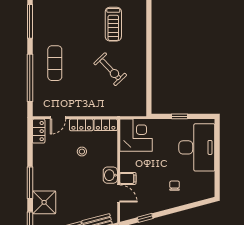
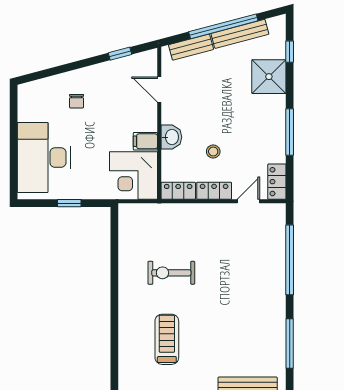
exercise mat: (55, 63) -> (253, 282), removed
exercise bike: (110, 69) -> (171, 273), turned -46
washbasin: (110, 175) -> (171, 137), moved
filing cabinet: (128, 178) -> (145, 141), moved
window: (30, 183) -> (290, 132), moved

